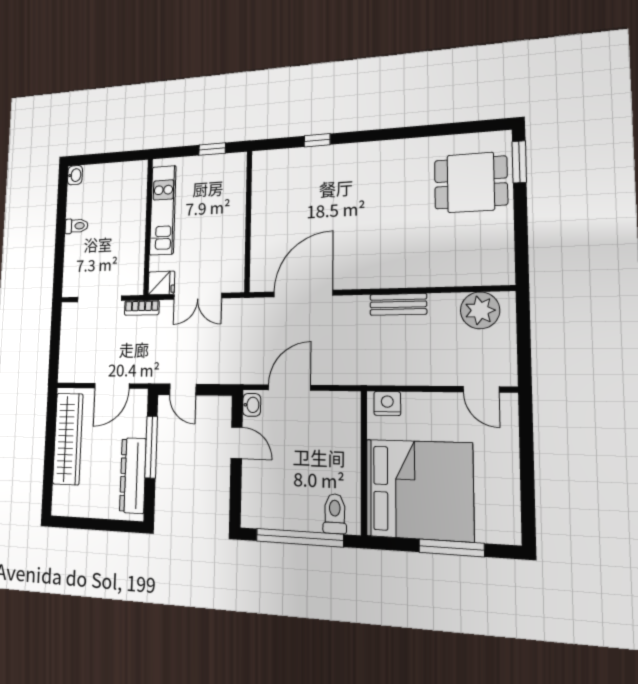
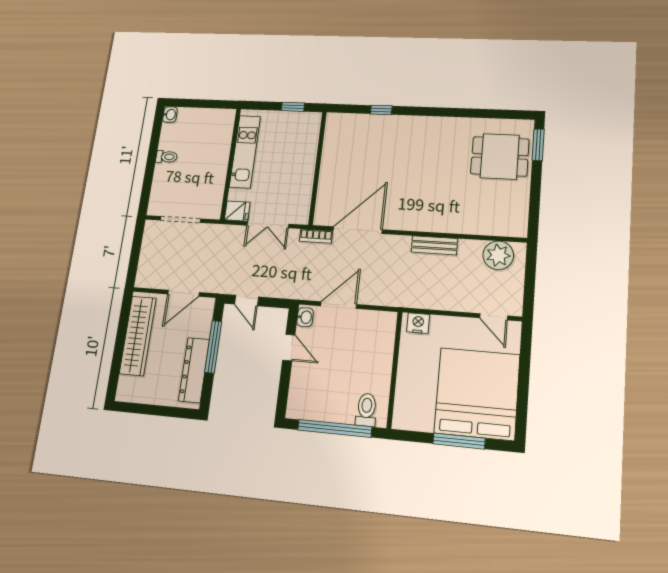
bookcase: (142, 308) -> (316, 236), moved
bed: (419, 490) -> (477, 394), moved, turned -90

